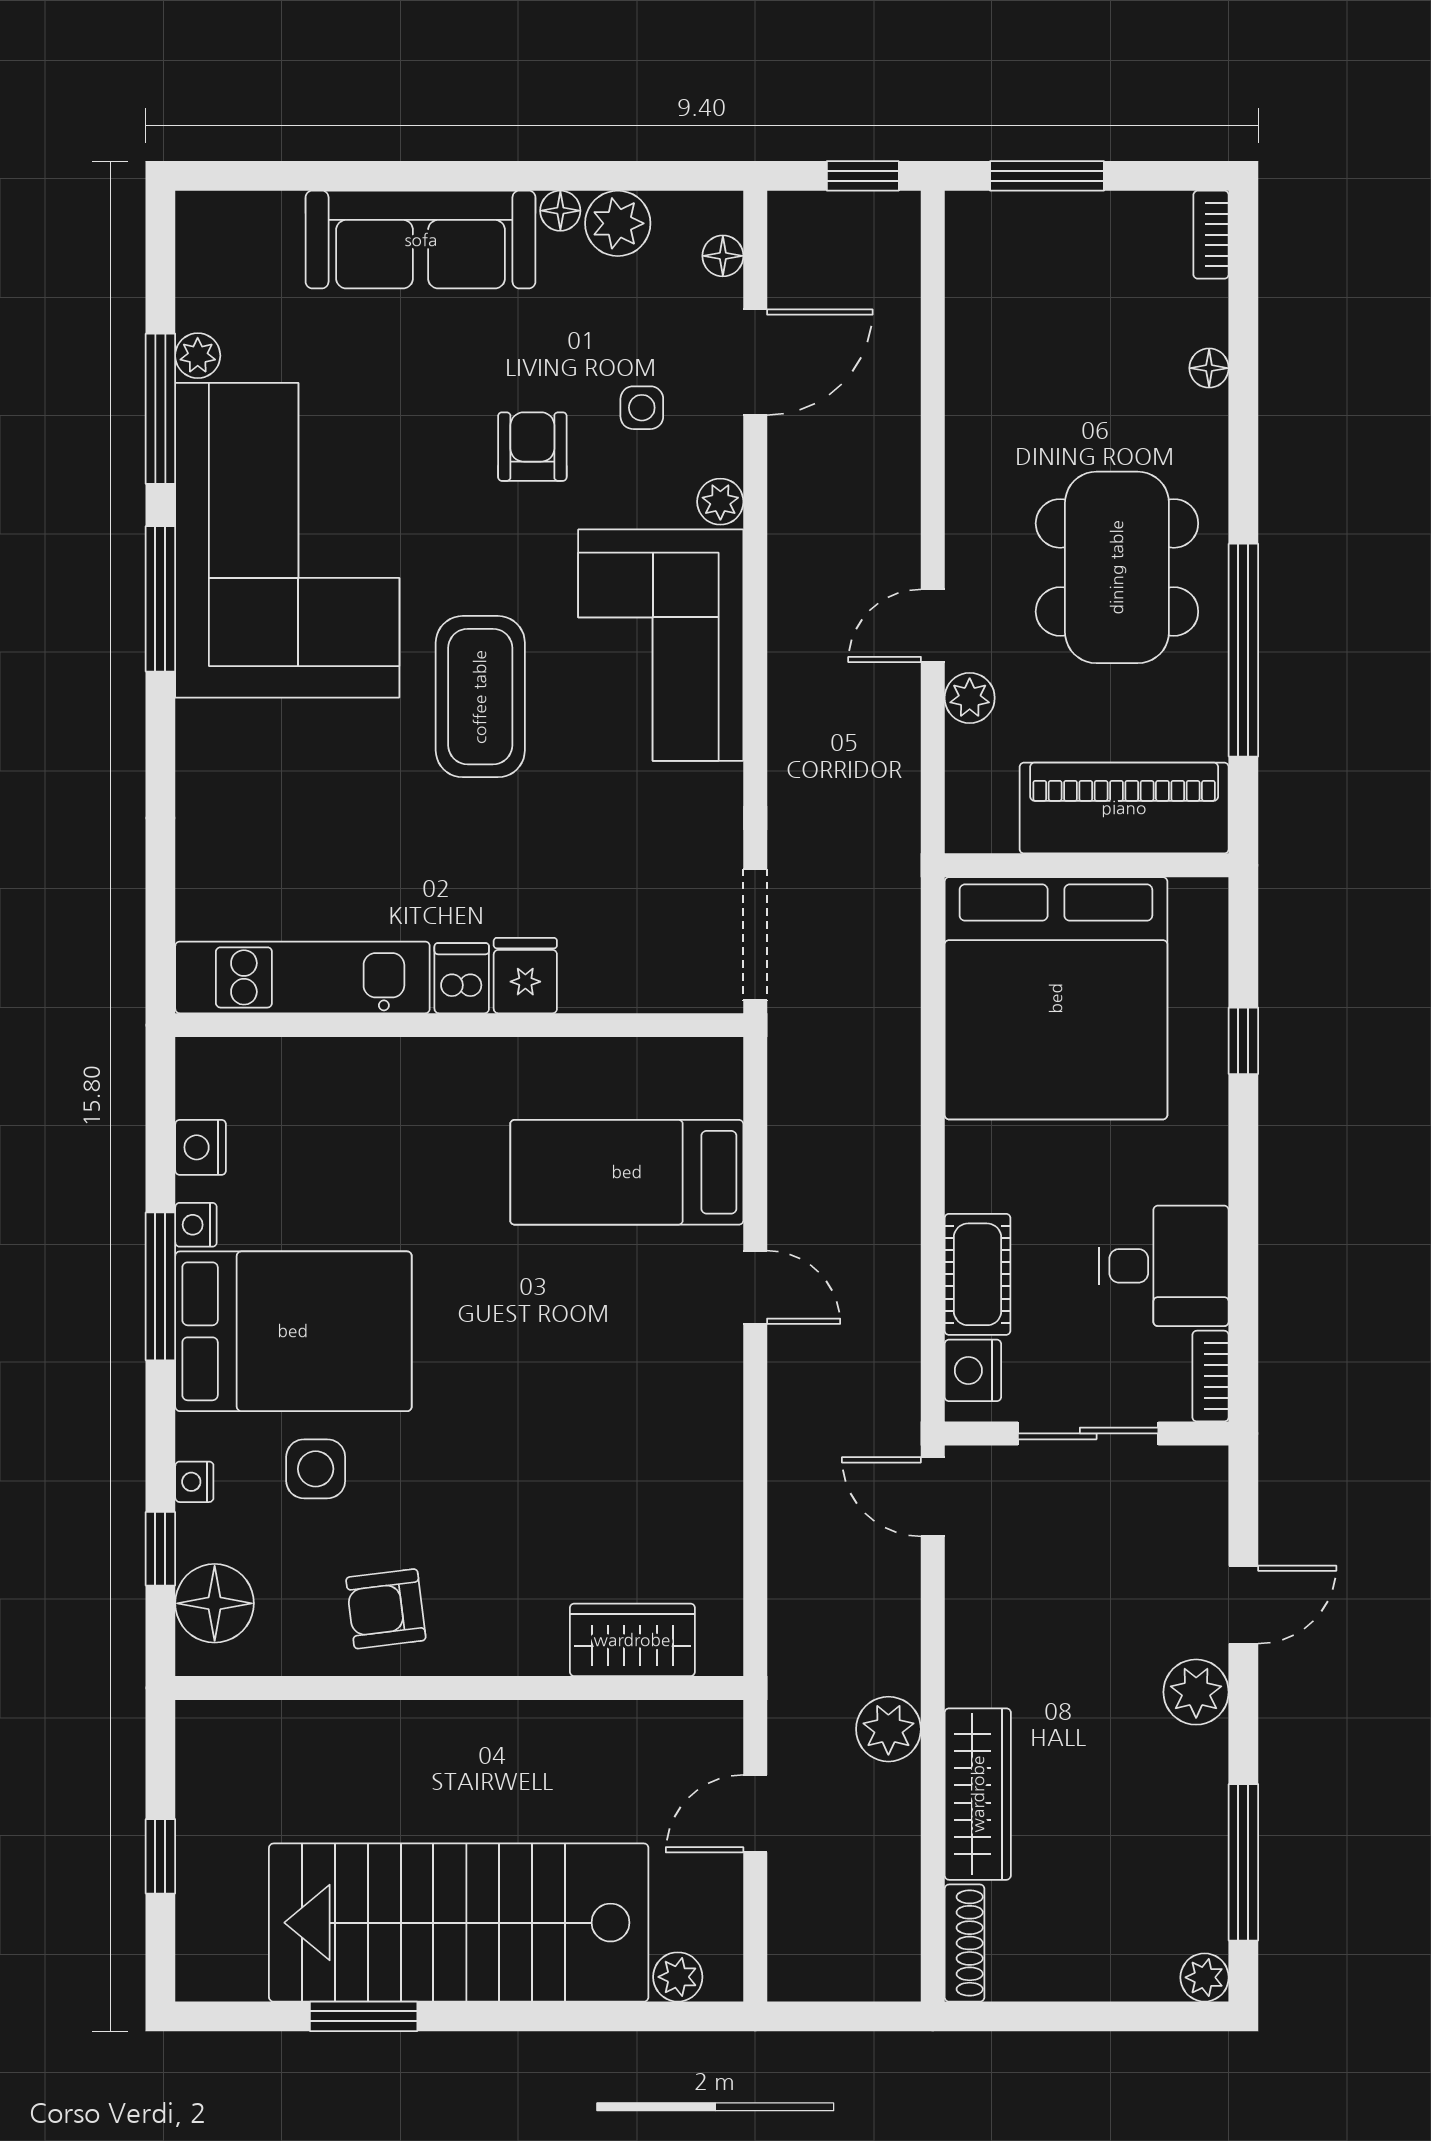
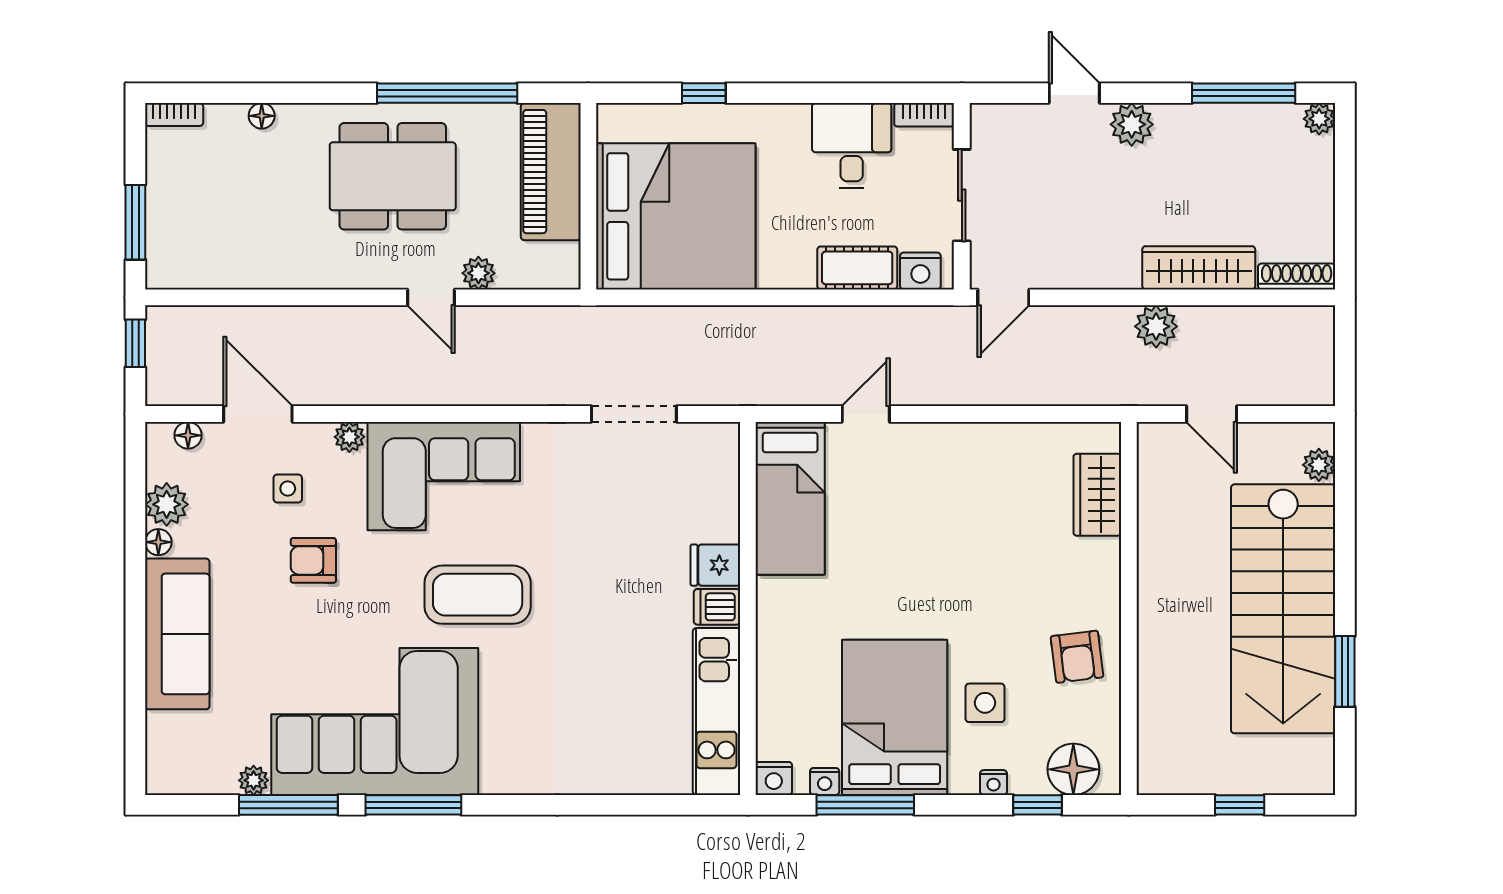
fridge: (525, 976) -> (715, 565), moved
kitchen unit: (302, 977) -> (717, 711), moved
dishwasher: (462, 978) -> (717, 607), moved
wall: (459, 1025) -> (748, 608), moved

